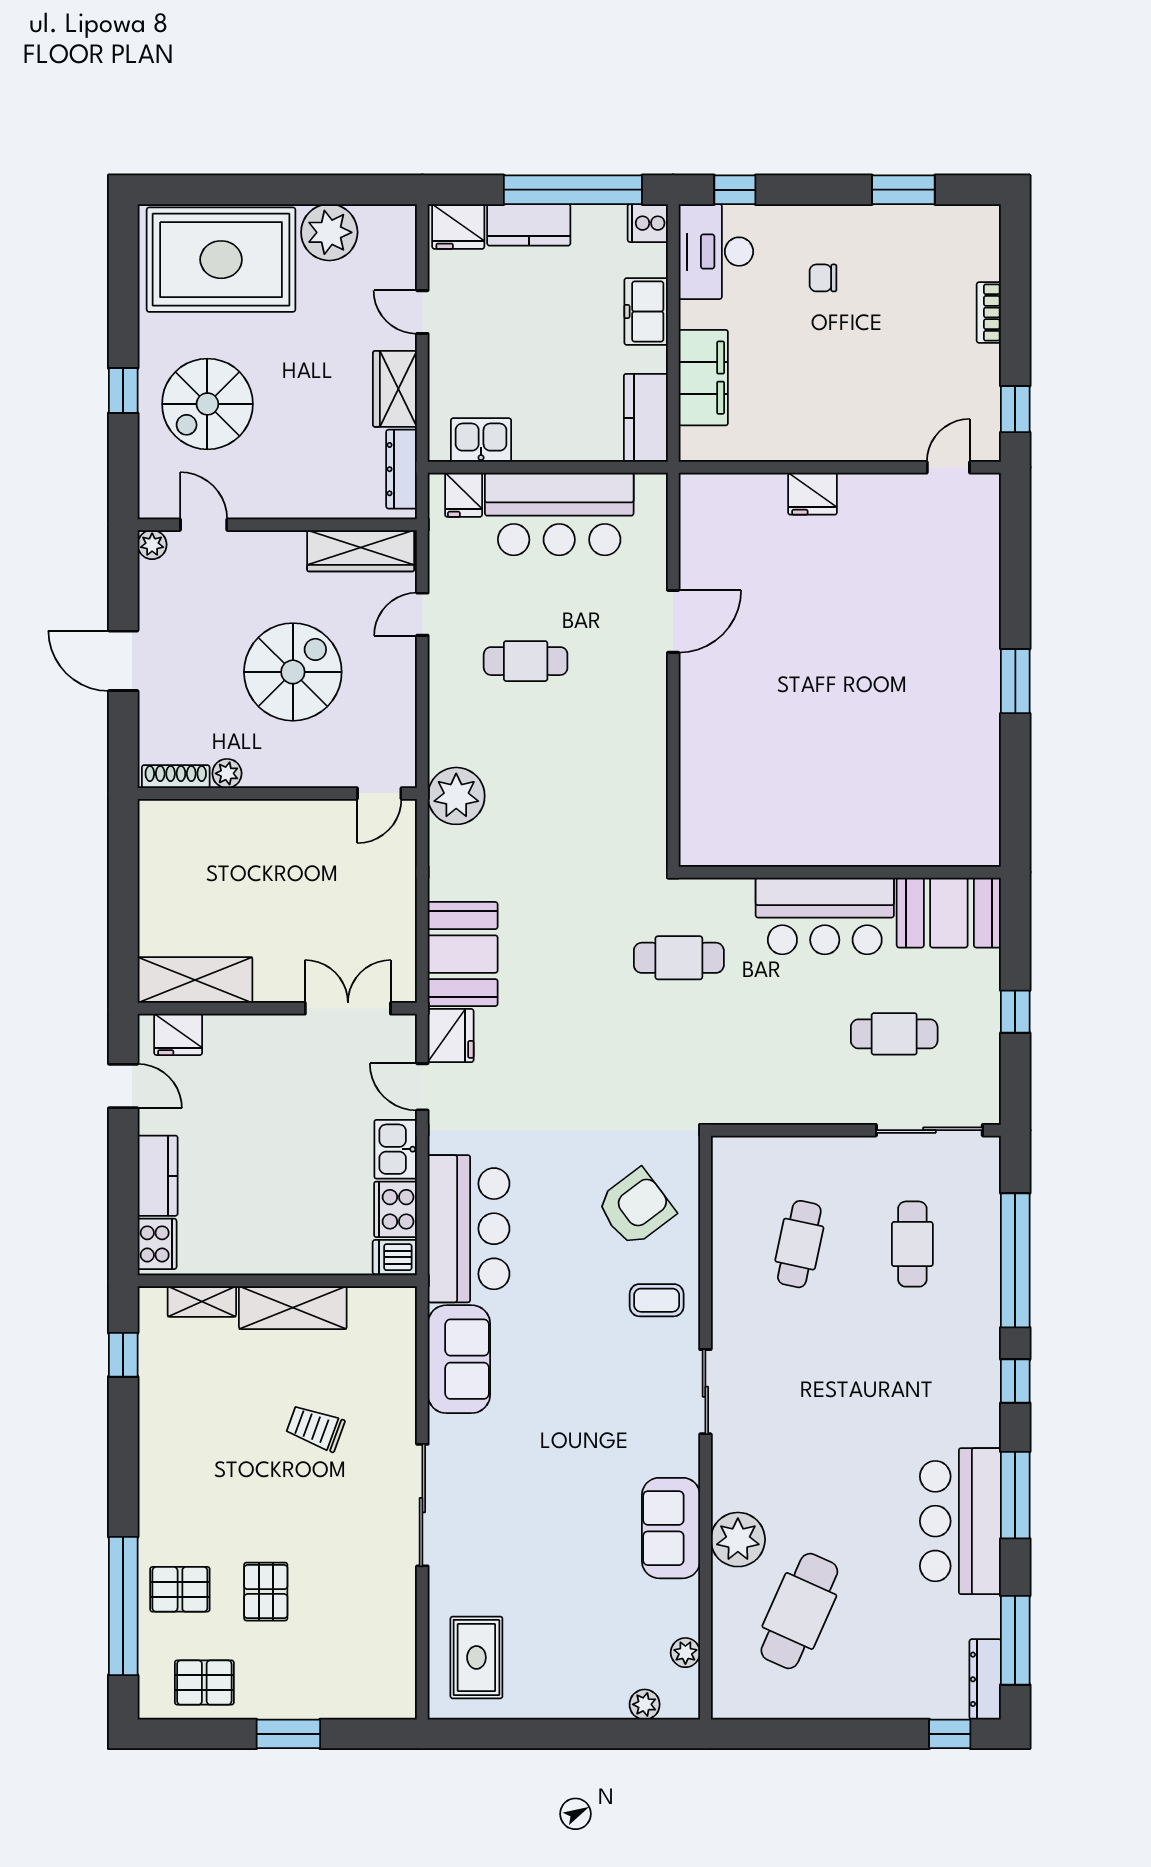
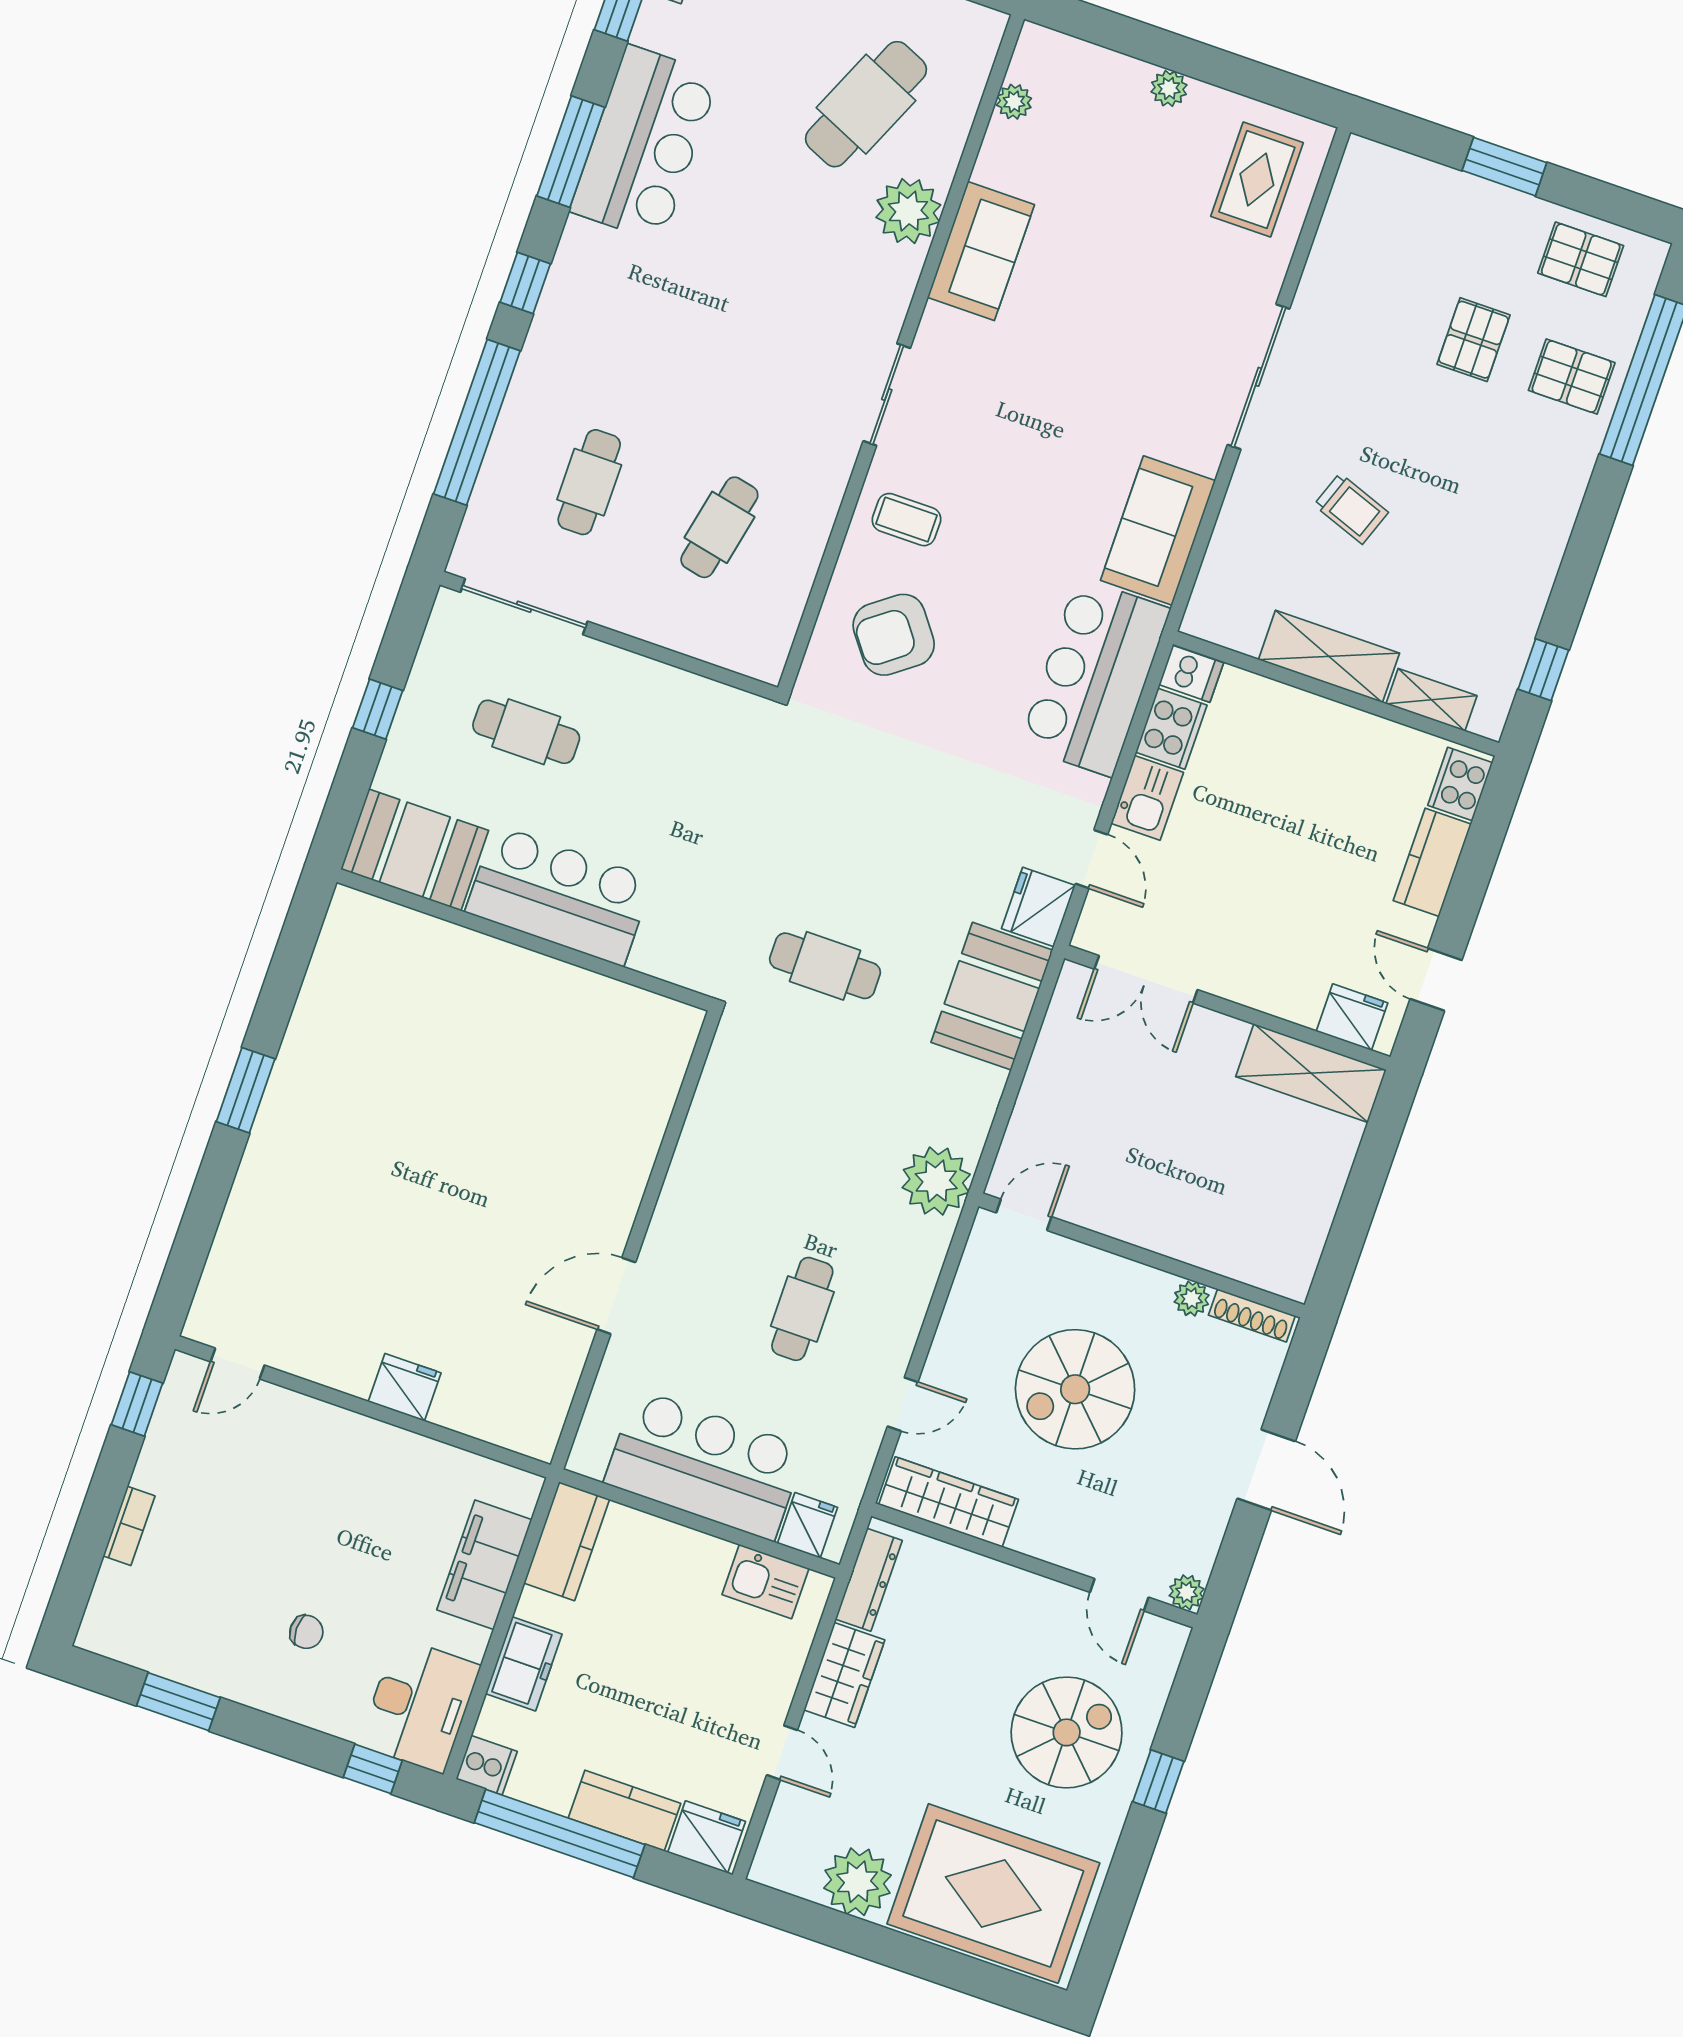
cafe table: (526, 661) -> (802, 1309), turned 90
cafe table: (679, 958) -> (825, 966), moved
plant: (645, 1704) -> (1169, 88), moved

